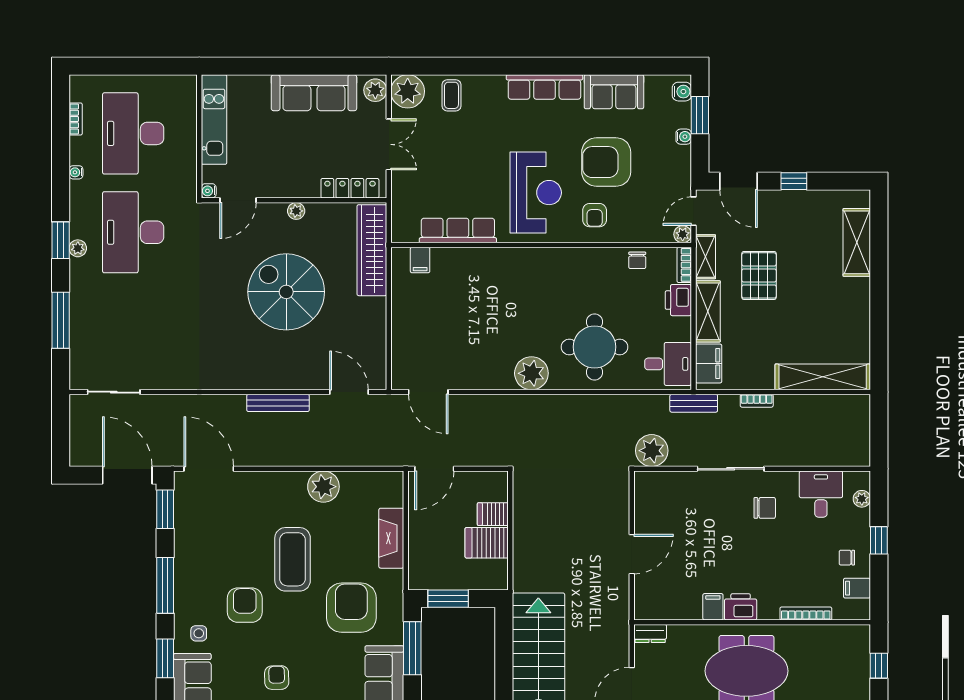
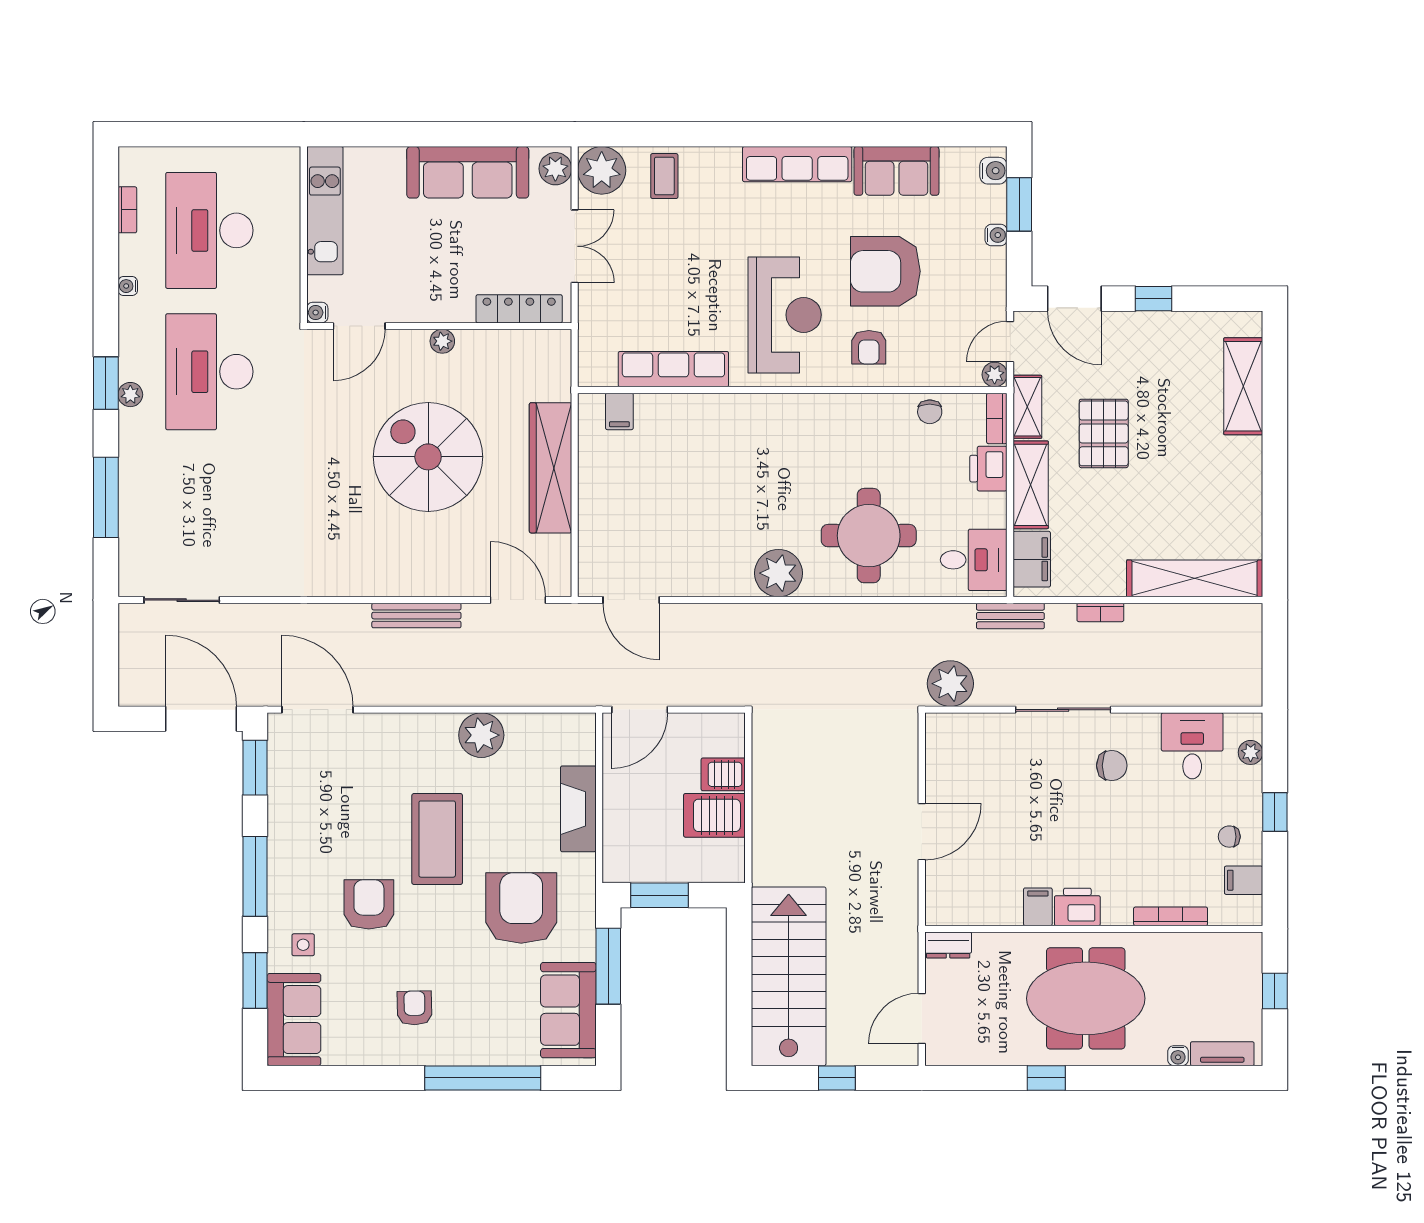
wardrobe: (372, 250) -> (551, 468), moved

